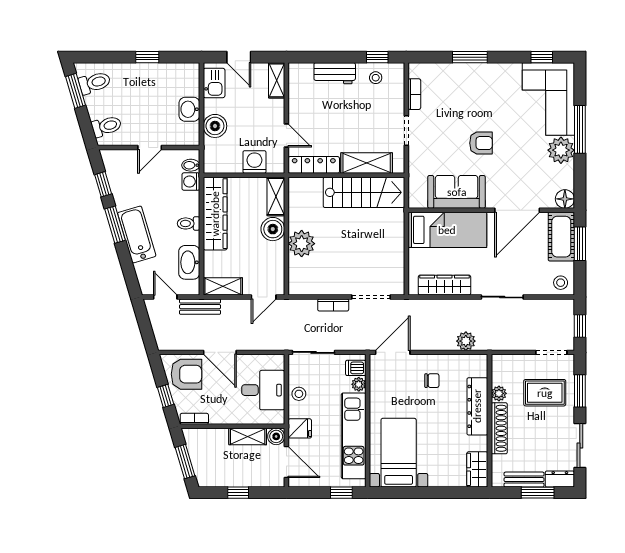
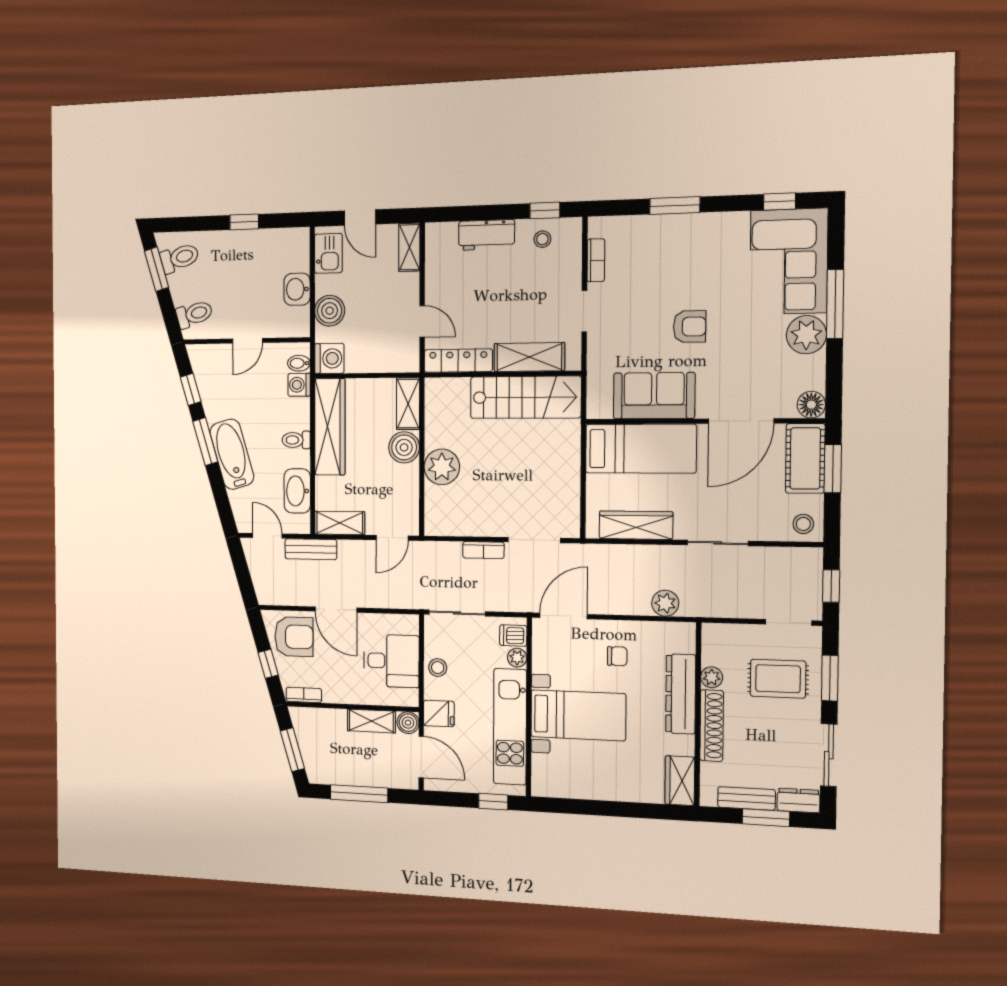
washing machine: (254, 162) -> (329, 358), moved, turned 90
bed with nightstands: (399, 453) -> (578, 715), moved, turned 90
window: (238, 493) -> (359, 794), width x2.17

